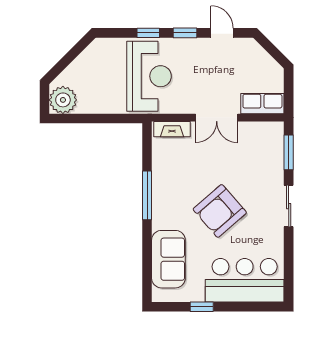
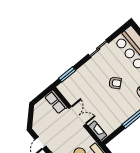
sliding door: (289, 206) -> (98, 49), moved
armchair: (220, 211) -> (115, 83), width x0.53, depth x0.53

